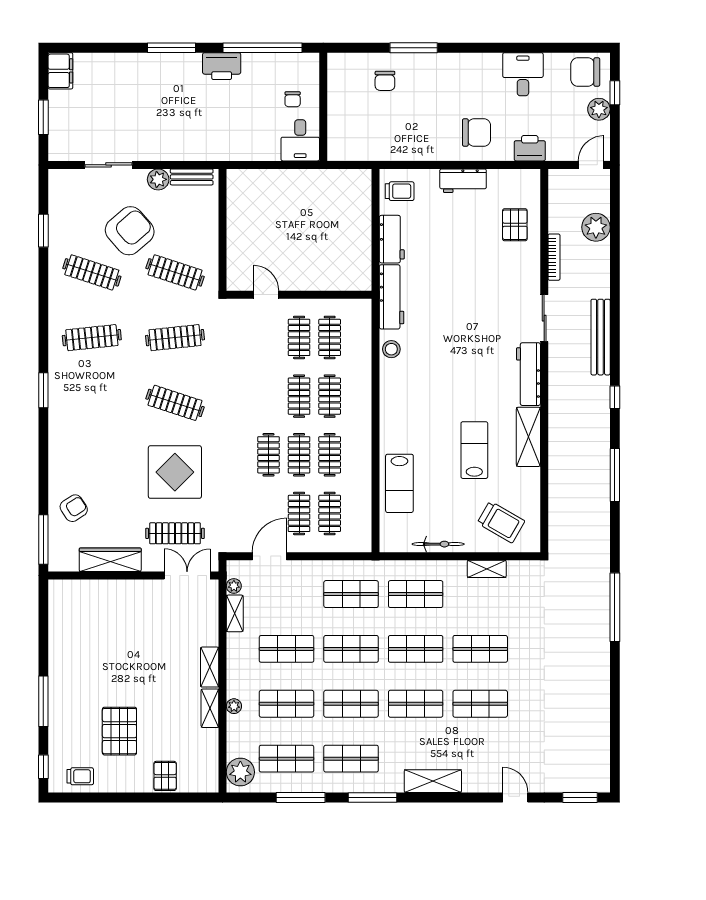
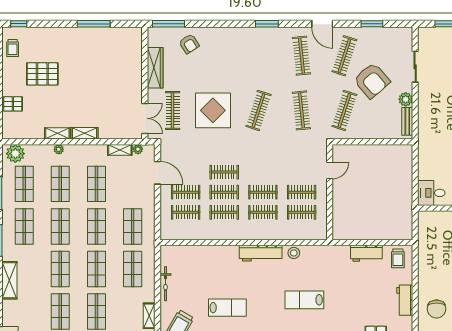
workbench: (392, 297) -> (261, 253), moved
door: (43, 306) -> (322, 24), added
lab bench: (399, 483) -> (304, 300), moved
window: (43, 701) -> (94, 24), moved

